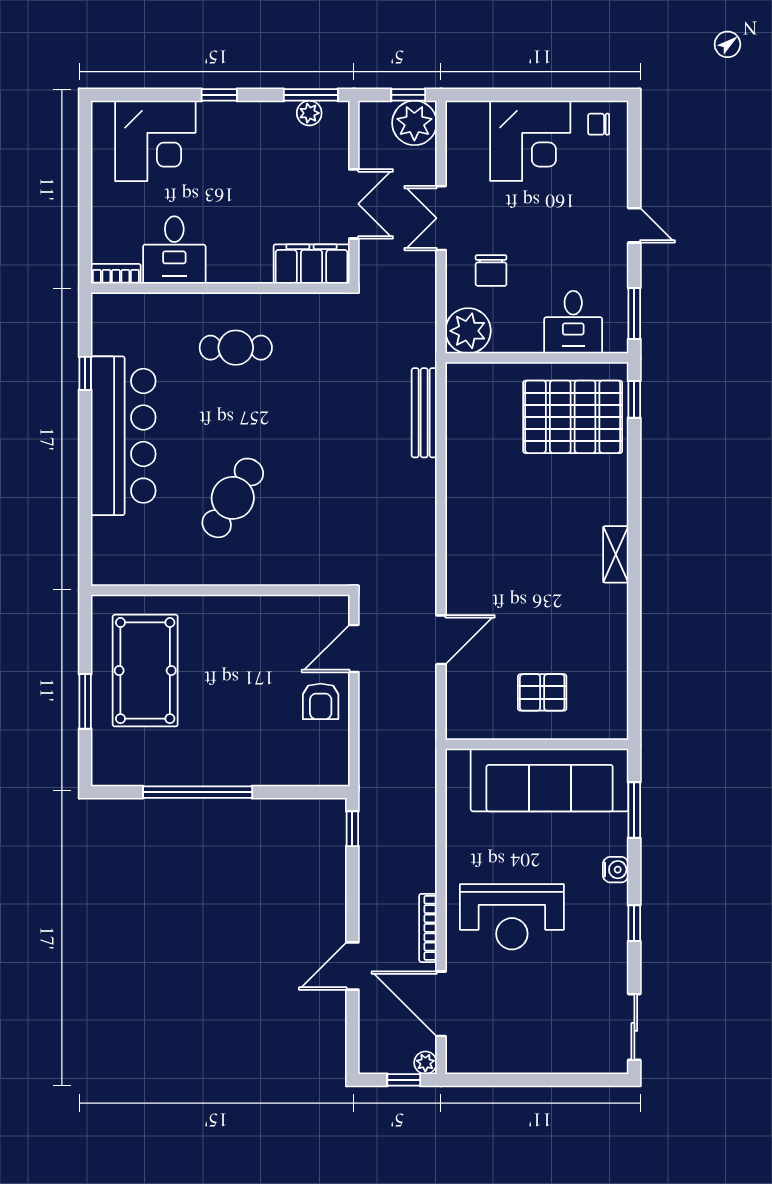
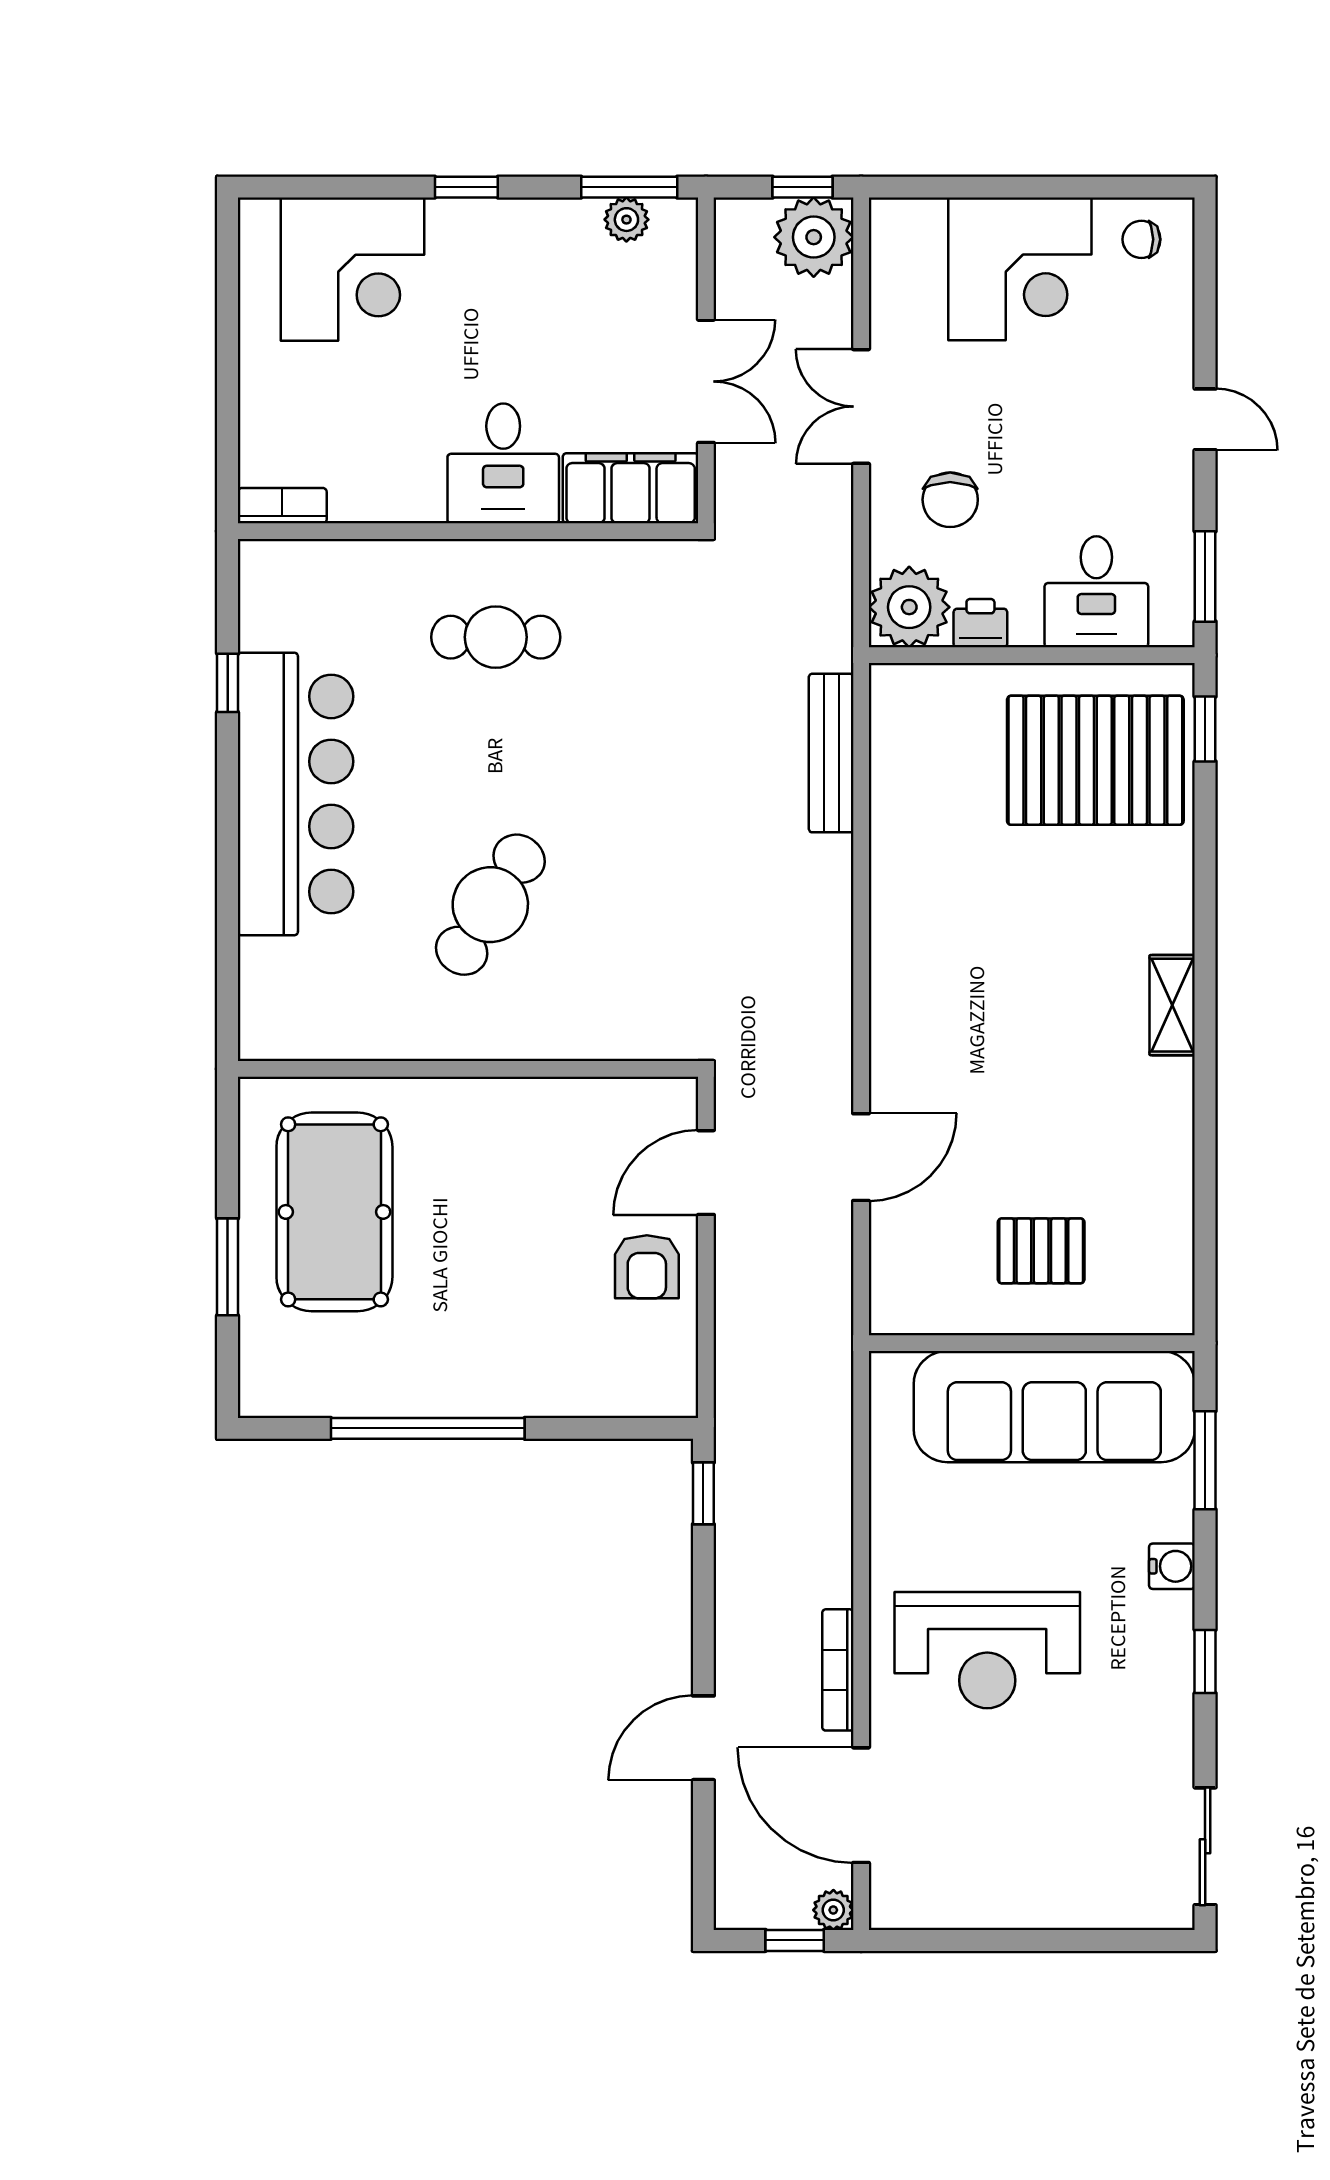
desk: (174, 250) -> (503, 463), moved
printer: (508, 340) -> (980, 623), added

